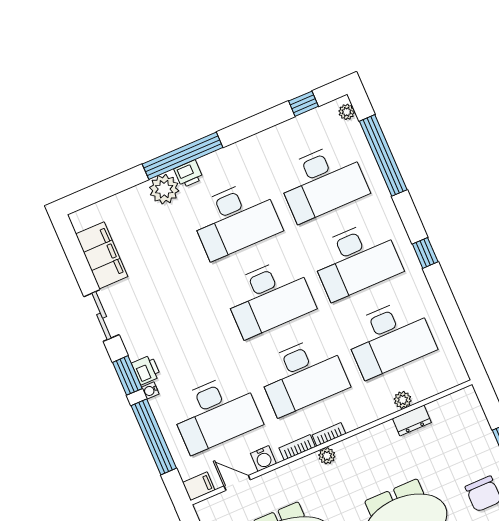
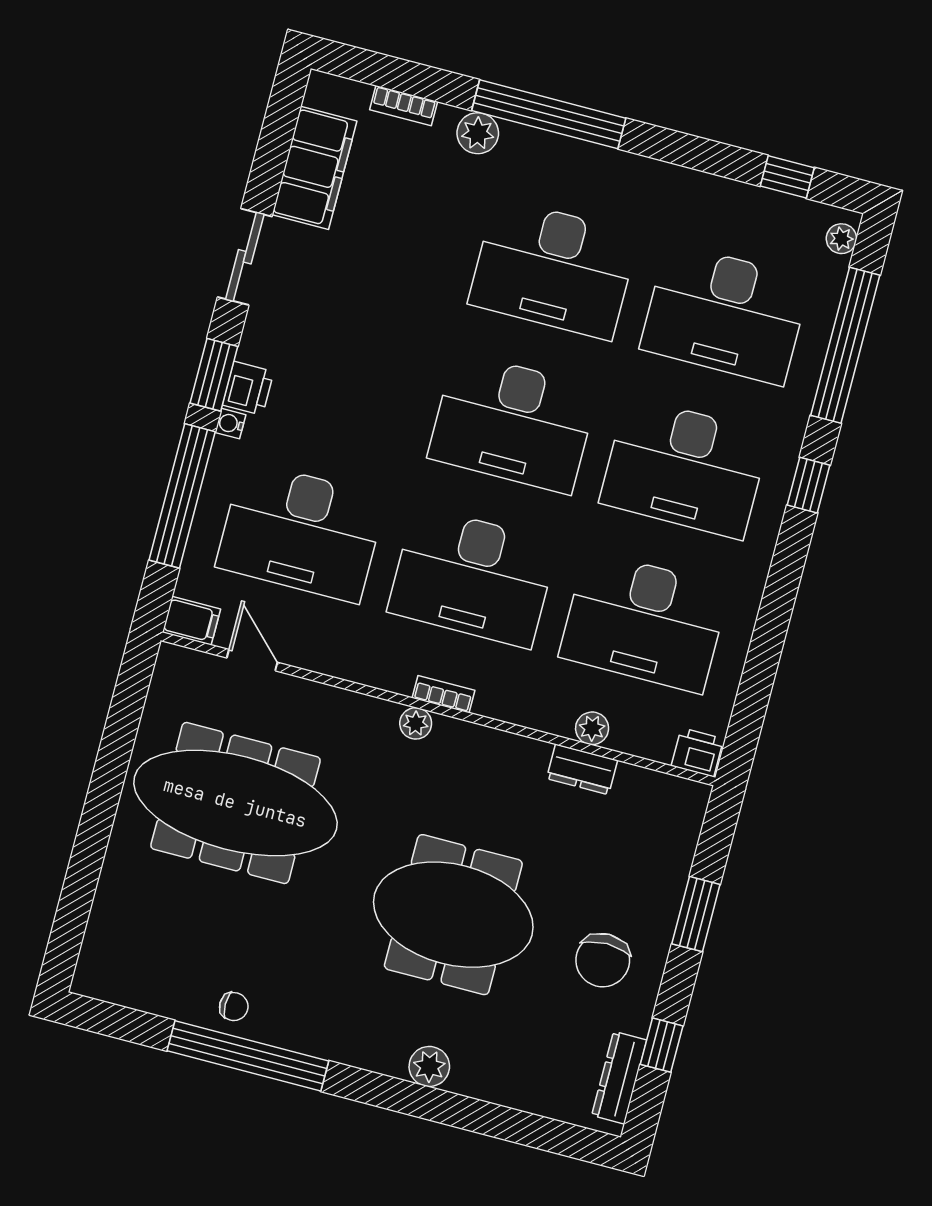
printer: (189, 174) -> (697, 752), moved, turned 180
plant: (164, 189) -> (478, 133), width x0.73, depth x0.73
window: (425, 253) -> (809, 485), moved
bookcase: (297, 447) -> (404, 106), moved, turned 180
water cooler: (263, 459) -> (319, 654), removed

